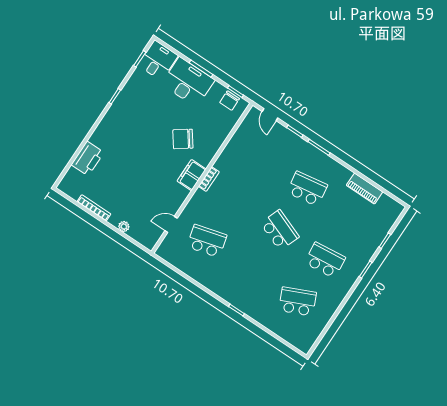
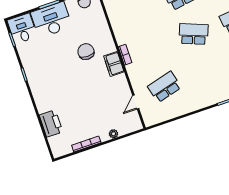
chair: (183, 139) -> (86, 52), turned 126

